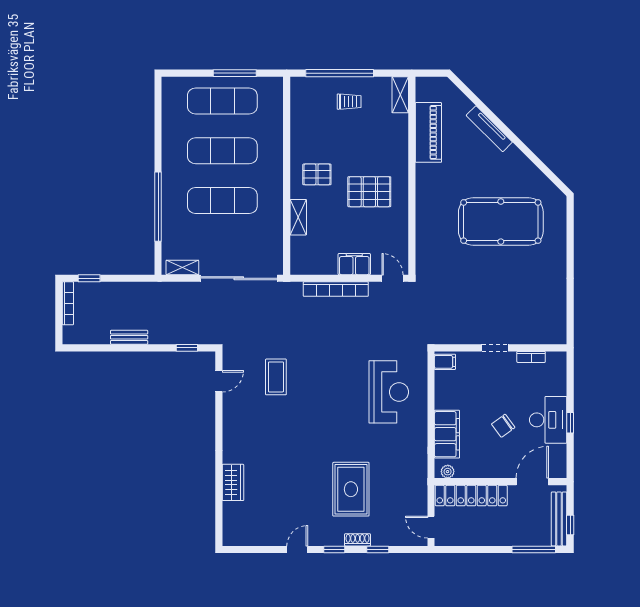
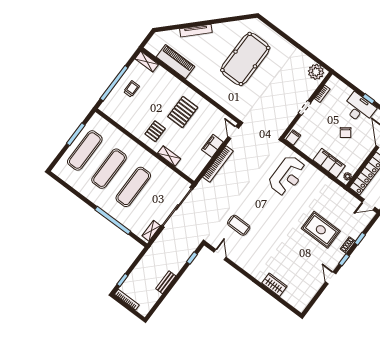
door: (392, 278) -> (233, 132), hinge flipped
plant: (554, 327) -> (316, 72), added
reception desk: (389, 392) -> (287, 176), turned 90

